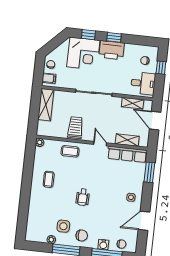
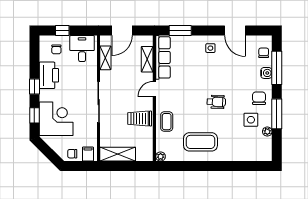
printer: (112, 50) -> (49, 75), moved
coffee table: (49, 179) -> (200, 142), width x1.86, depth x1.72

